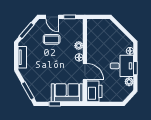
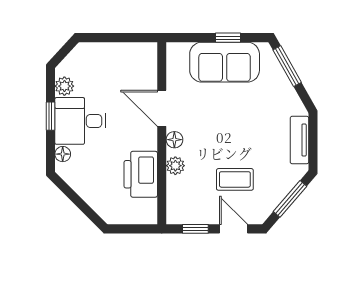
printer: (94, 91) -> (141, 174), moved
sofa: (67, 93) -> (225, 62), moved

